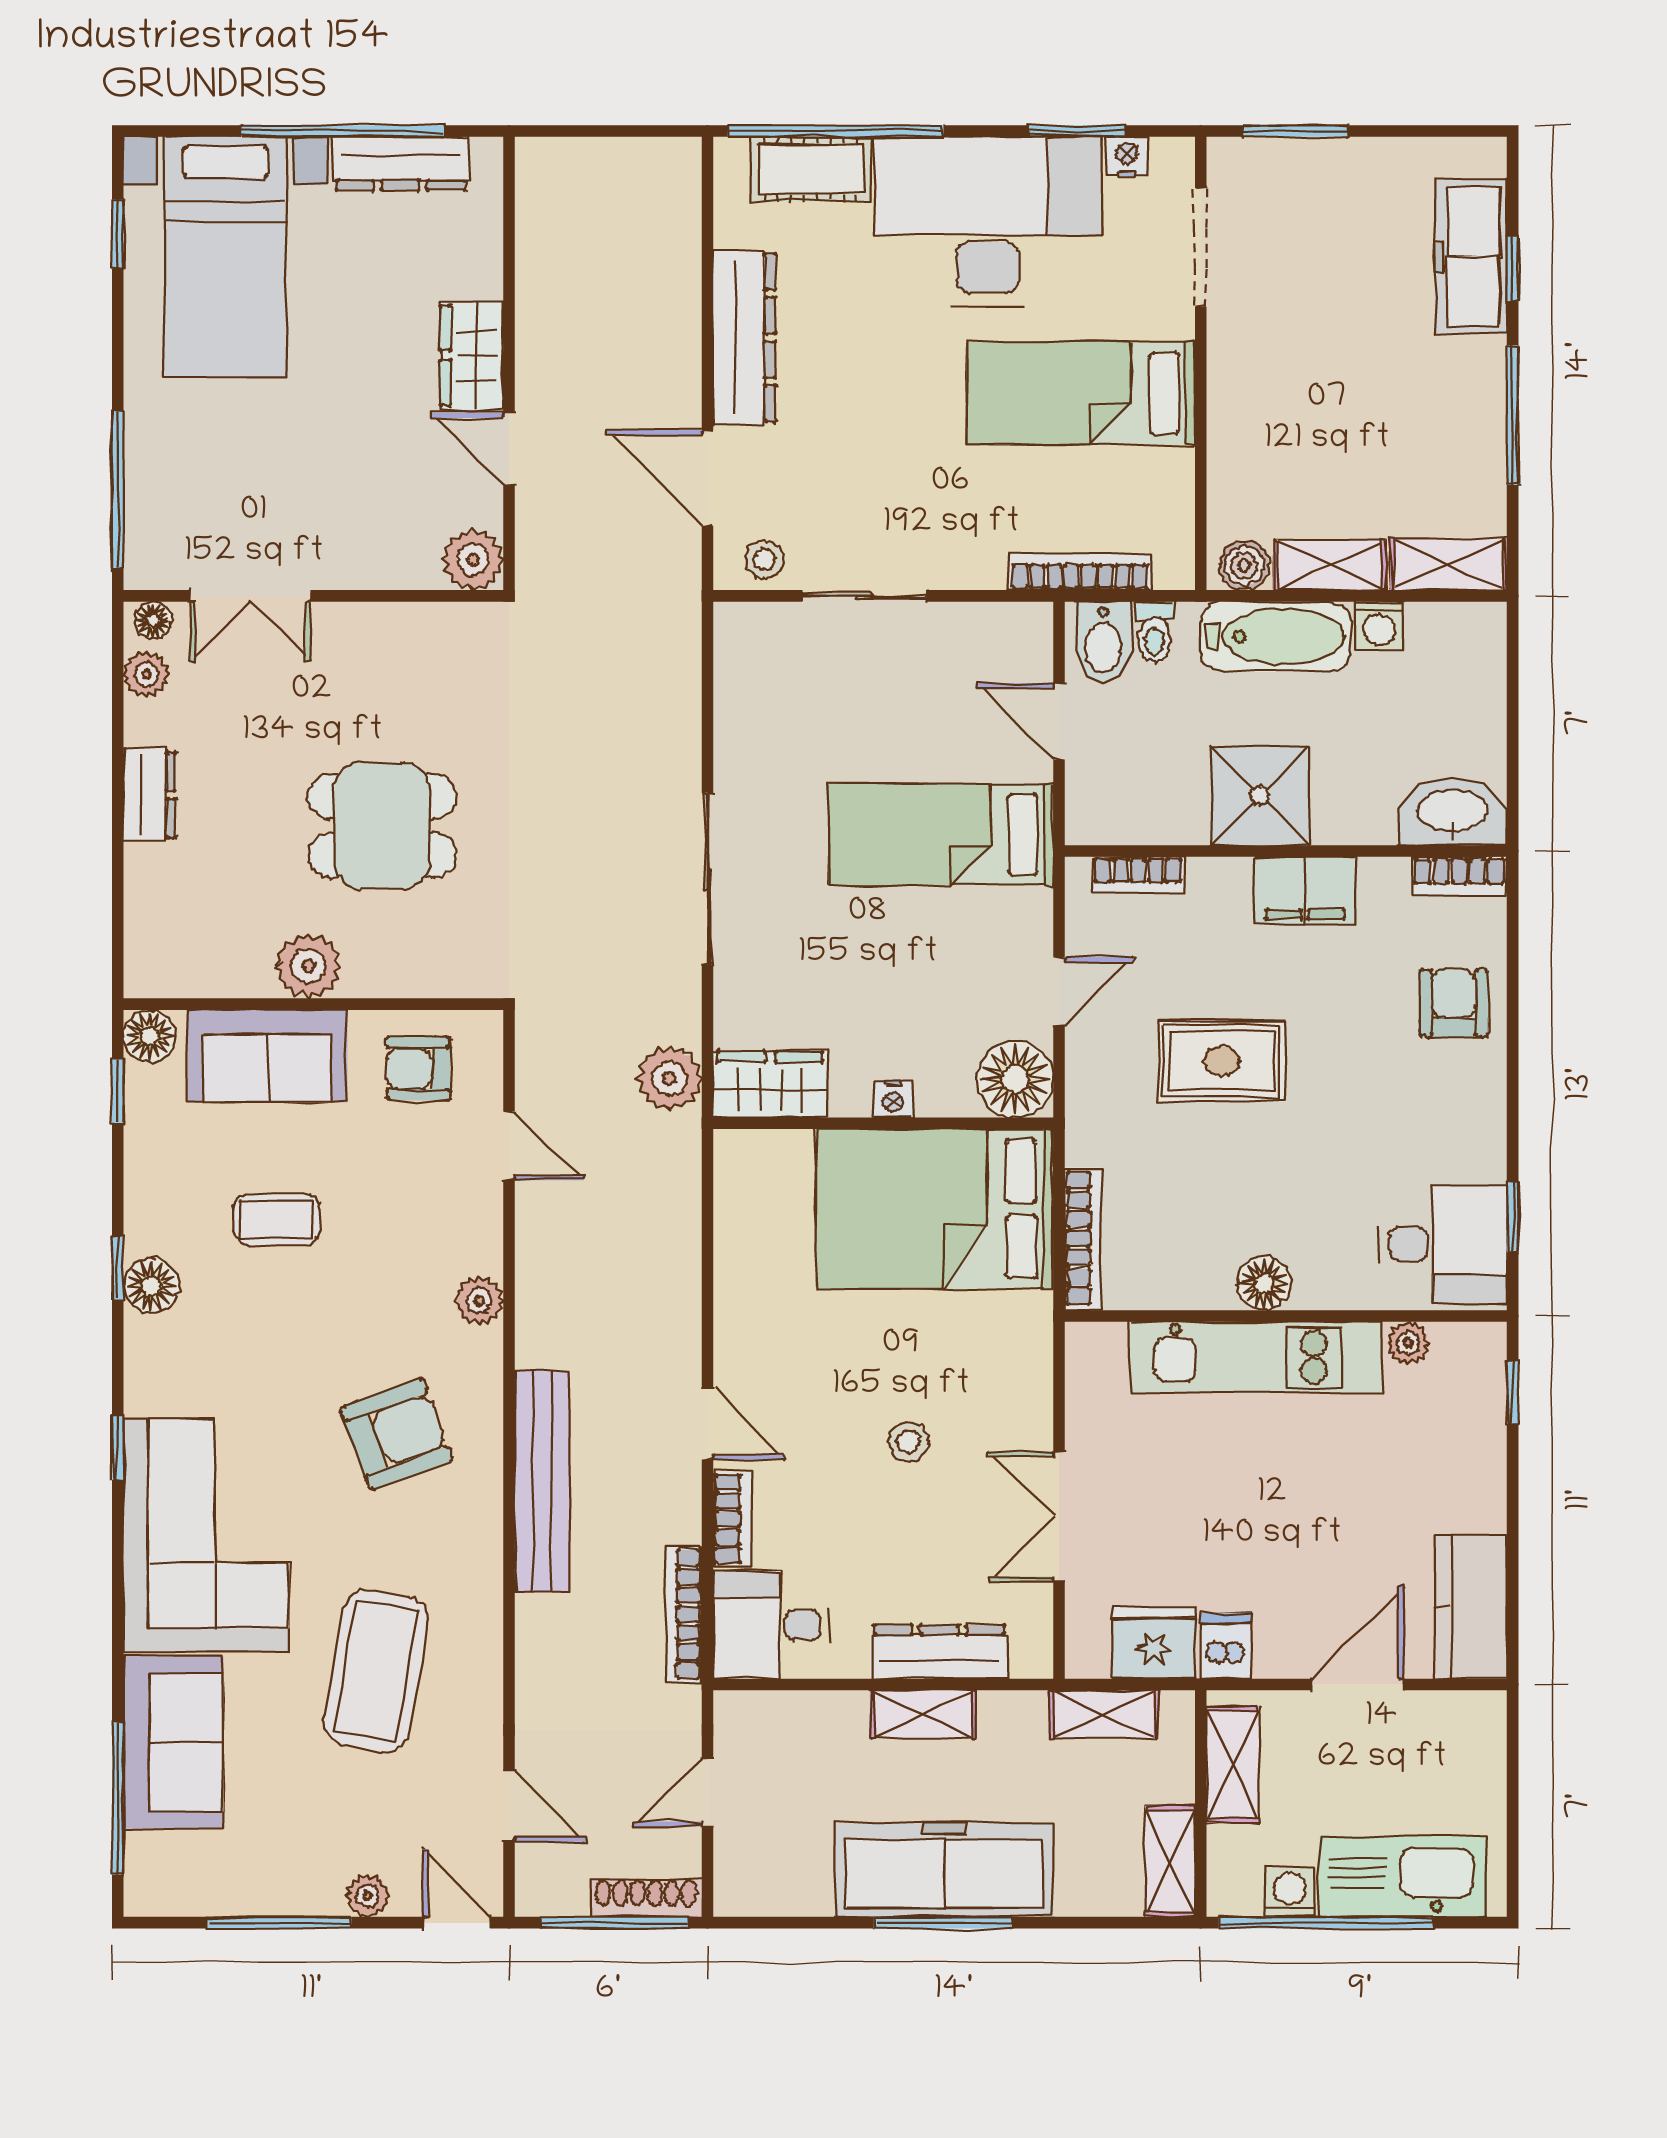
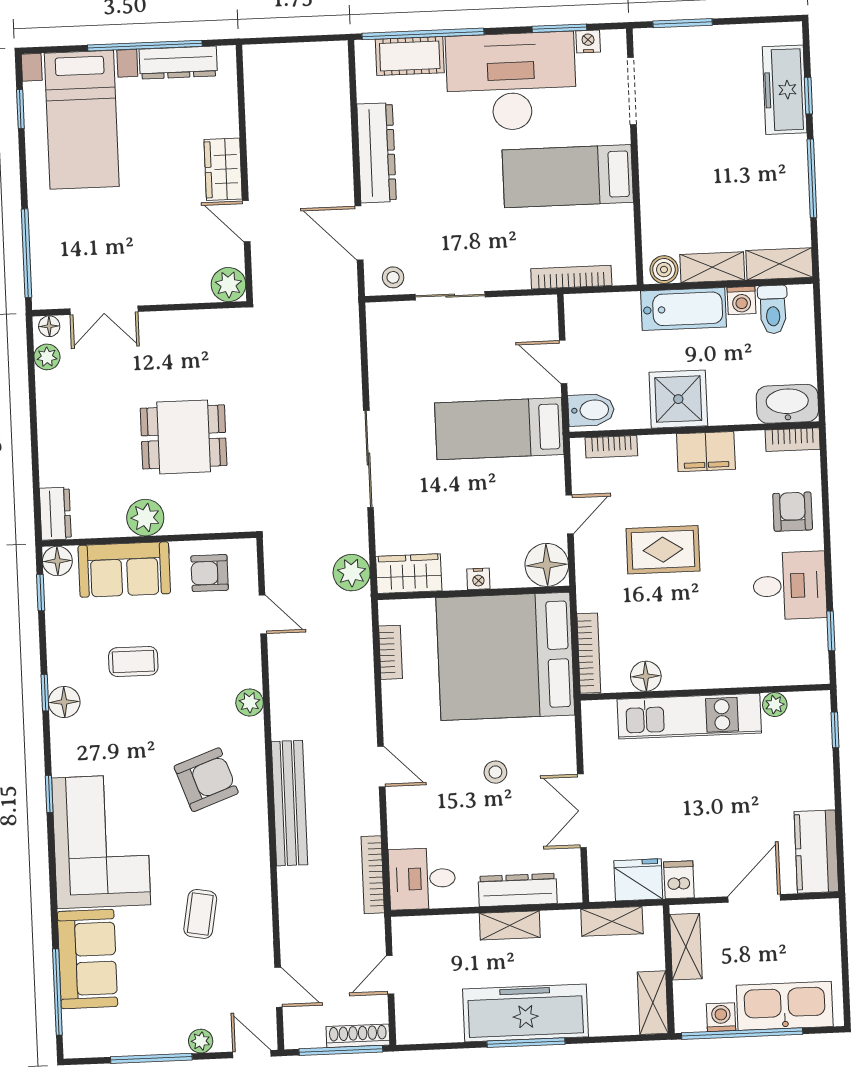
toilet: (1154, 632) -> (773, 310), moved, width x1.37, depth x1.39
bidet: (1103, 642) -> (591, 410), moved, turned -90
dresser: (150, 795) -> (55, 514), moved
bed: (935, 1209) -> (505, 656), width x1.36
desk: (1443, 1244) -> (790, 586), moved
floor lamp: (1264, 1283) -> (646, 676), moved
bookcase: (732, 1519) -> (391, 652), moved
coffee table: (376, 1671) -> (200, 914), width x0.54, depth x0.58

